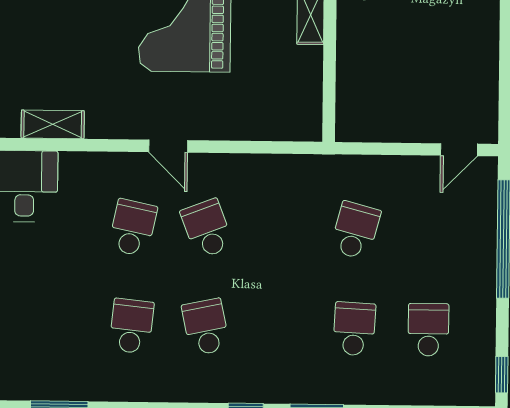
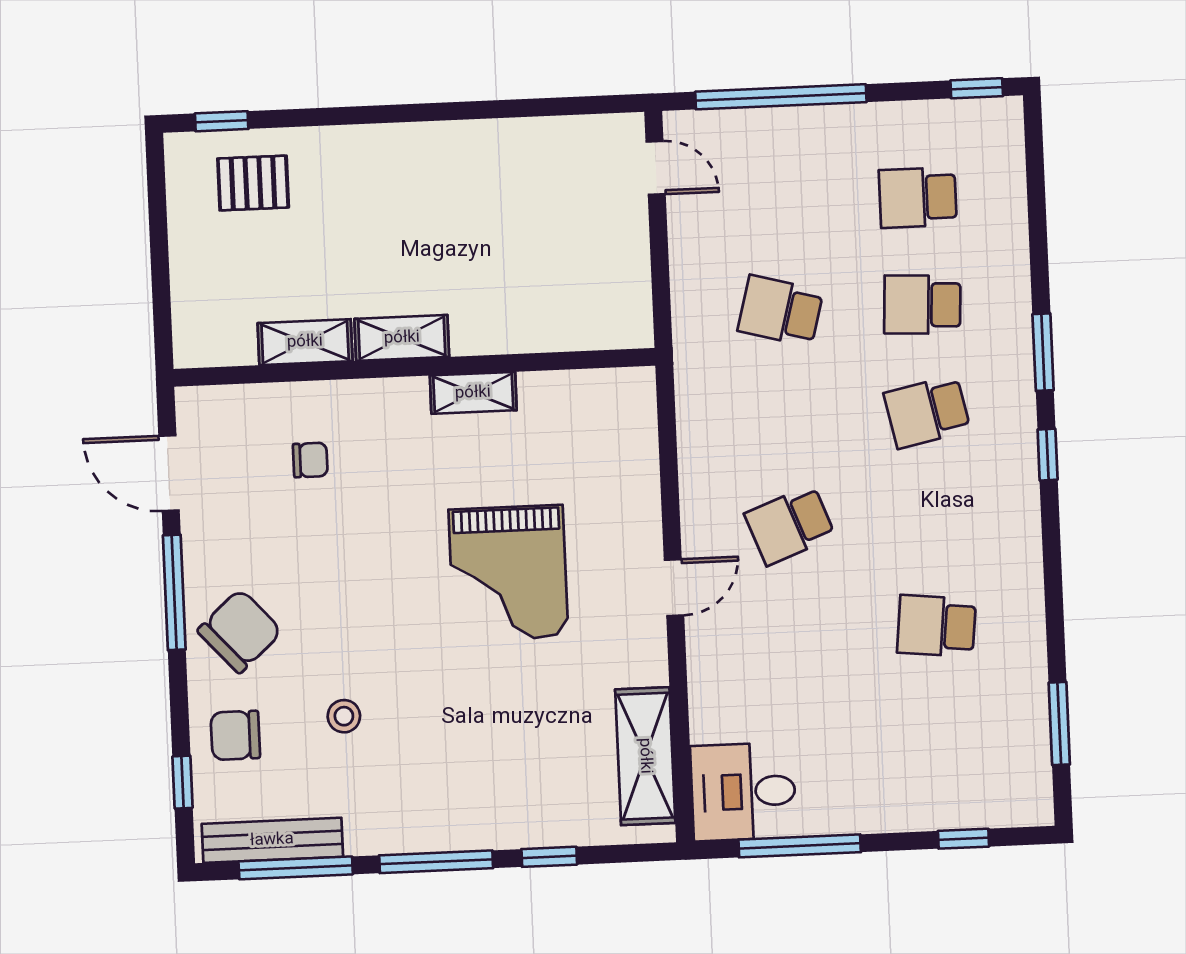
shelving: (53, 124) -> (645, 756), width x1.50, depth x1.33
school desk: (133, 228) -> (794, 632), removed
school desk: (206, 327) -> (927, 412), moved

